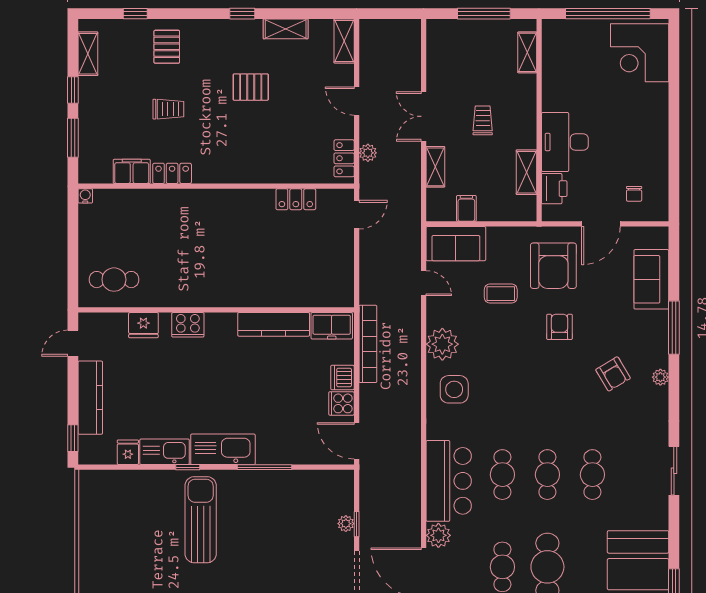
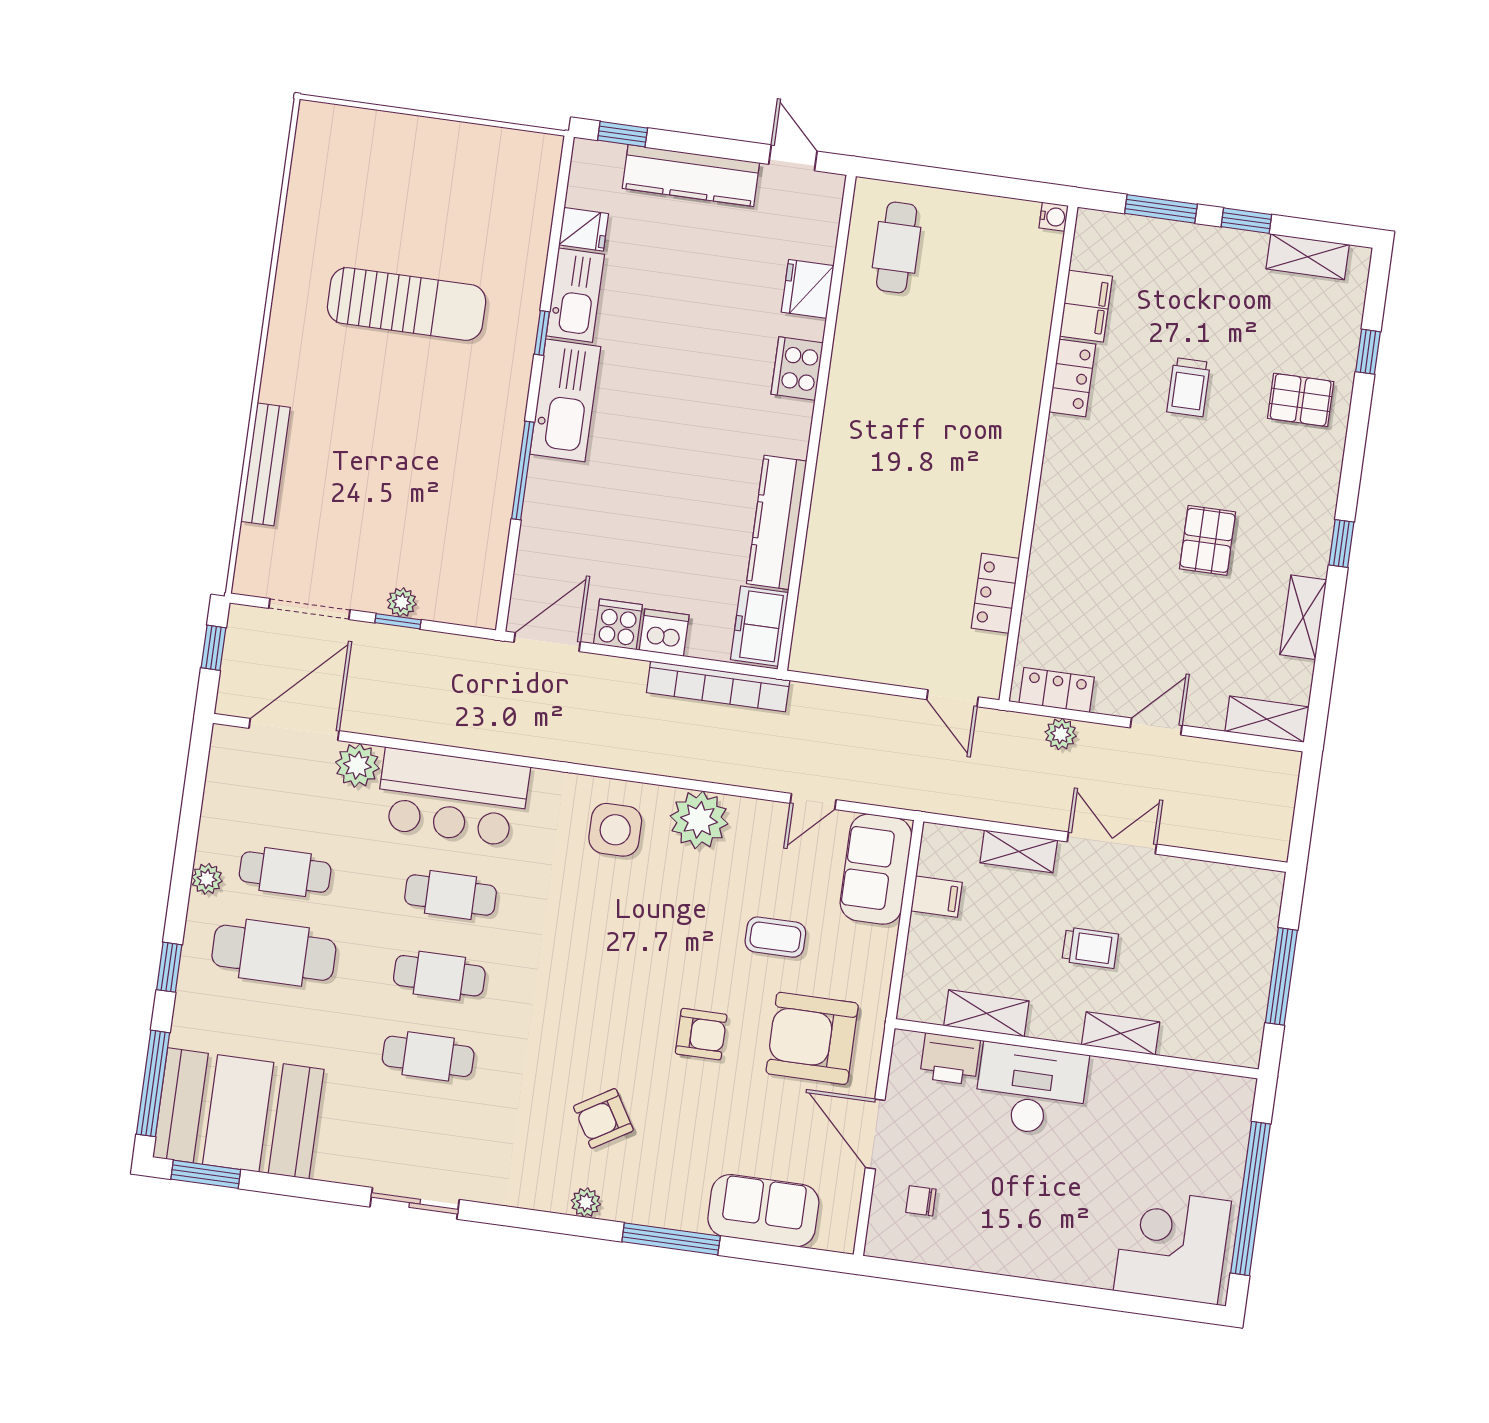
shelving: (527, 52) -> (1121, 1033), moved
coffee table: (501, 294) -> (775, 937), turned 90
sun lounger: (201, 520) -> (407, 304), moved

